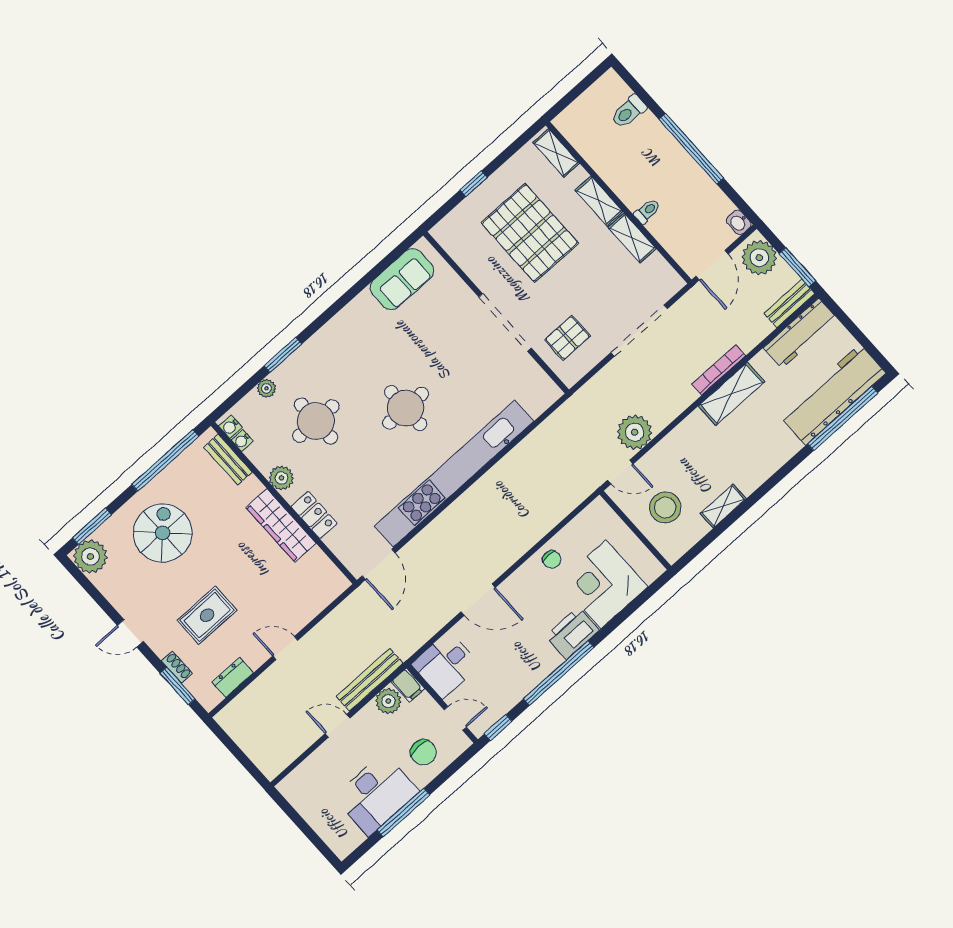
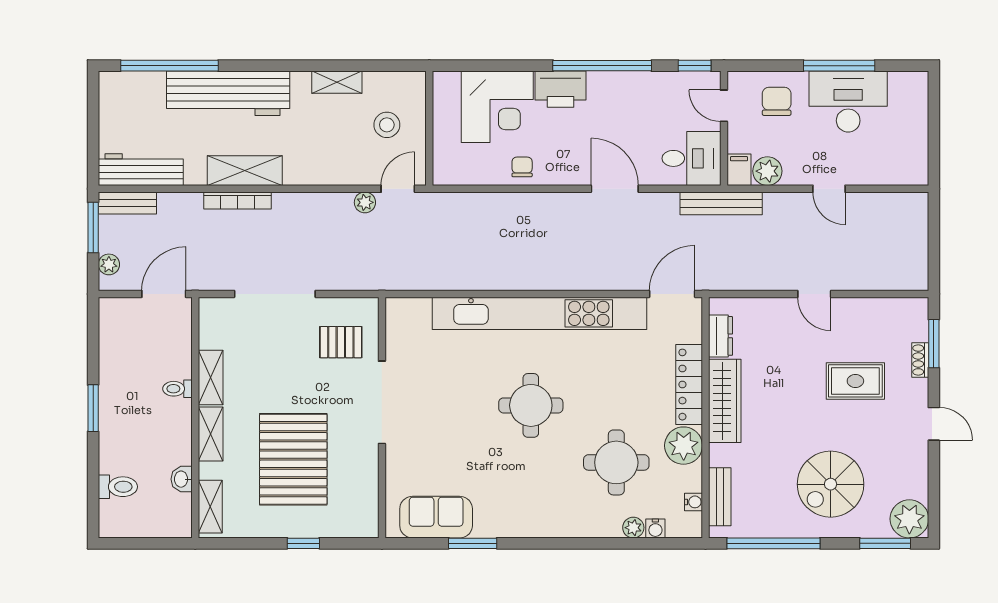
window: (691, 149) -> (93, 408), width x0.47
washbasin: (739, 222) -> (182, 479), moved, turned 180
plant: (759, 258) -> (109, 264), width x0.53, depth x0.53
window: (283, 355) -> (473, 543), moved
workbench: (833, 395) -> (228, 93), moved
water cooler: (230, 427) -> (655, 529), moved, turned 90
plant: (635, 432) -> (365, 202), width x0.53, depth x0.53
door: (620, 472) -> (398, 189), hinge flipped
plant: (281, 478) -> (684, 446), width x1.36, depth x1.36
stool: (665, 507) -> (387, 125), width x0.73, depth x0.73
locker: (314, 515) -> (689, 385), width x1.53
dresser: (233, 678) -> (721, 336), moved, turned -90
bench: (370, 680) -> (721, 203), moved

